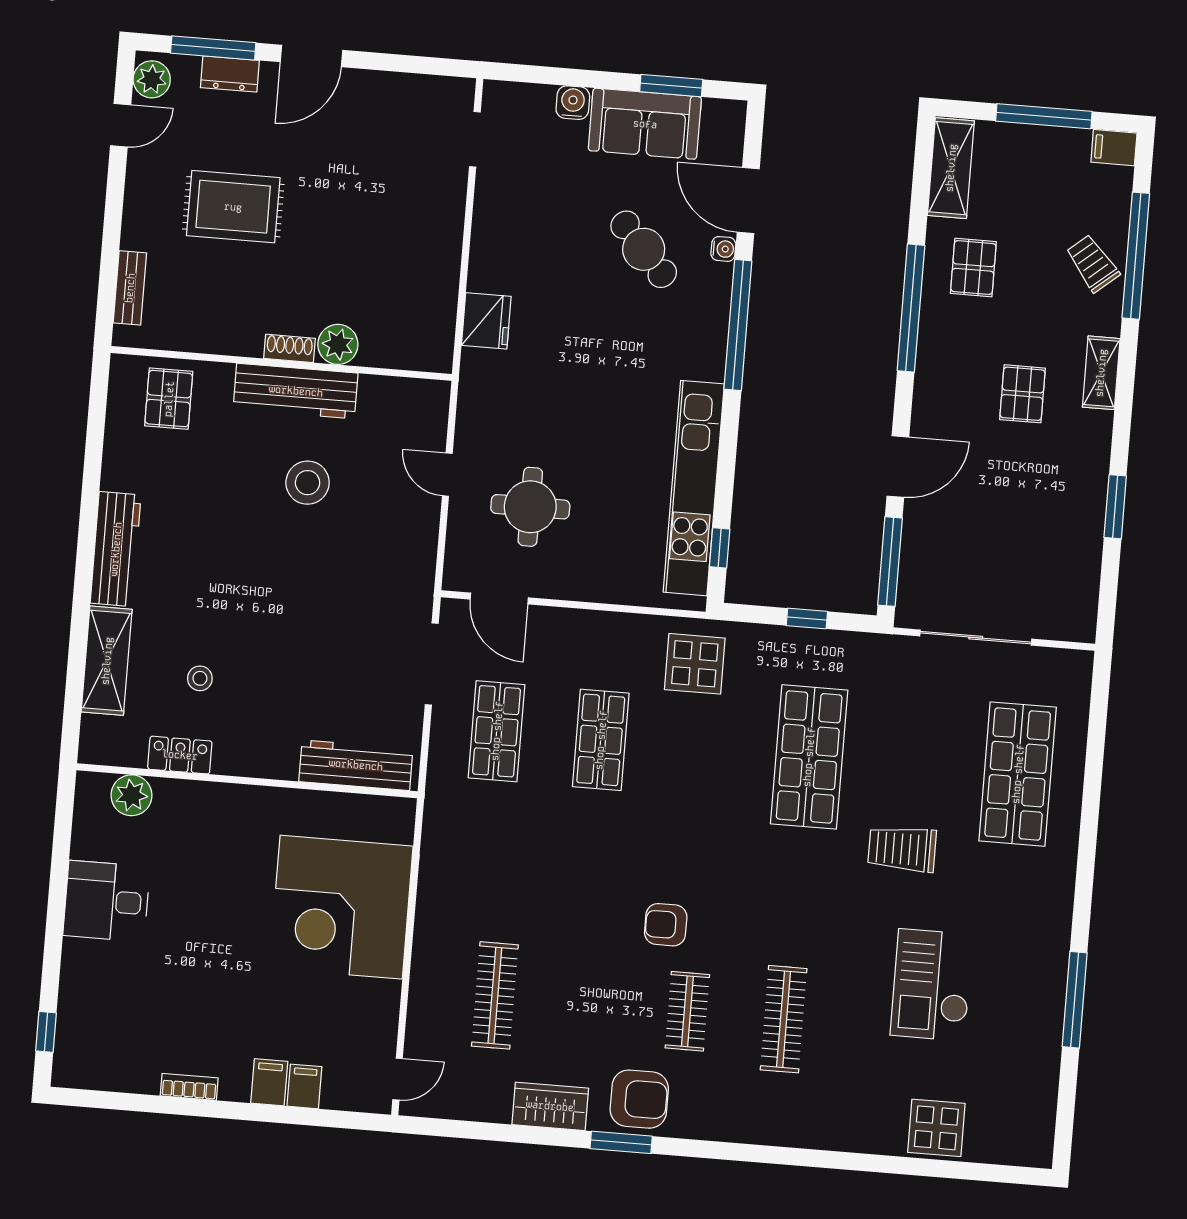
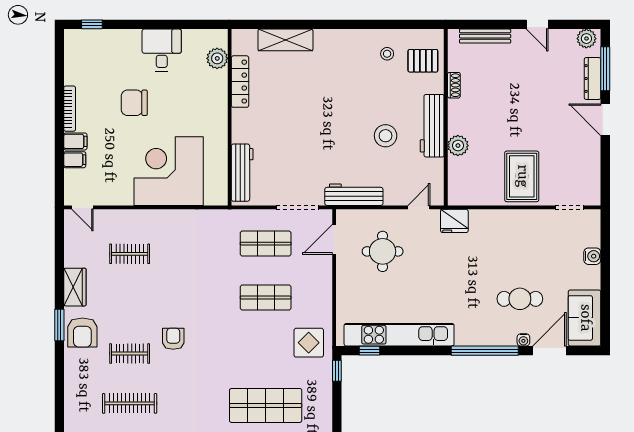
dresser: (230, 74) -> (593, 78), width x1.44
window: (671, 86) -> (605, 306), removed
sofa: (645, 124) -> (585, 318), moved
door: (121, 125) -> (537, 24), moved
rug: (233, 207) -> (522, 176), moved
cafe table: (644, 249) -> (520, 299), turned 42
bench: (130, 288) -> (485, 36), width x1.36
fridge: (486, 321) -> (454, 221), moved
shoe rack: (289, 348) -> (454, 85), moved
door: (447, 475) -> (419, 207), moved
workbench: (116, 549) -> (354, 195), moved, turned 180
window: (807, 618) -> (337, 371), moved
stool: (200, 678) -> (387, 54), moved
locker: (180, 755) -> (240, 82), width x1.53
chair: (204, 962) -> (134, 103), added
clothes rail: (495, 995) -> (130, 254), width x0.73
bookcase: (189, 1087) -> (70, 109), width x1.56

